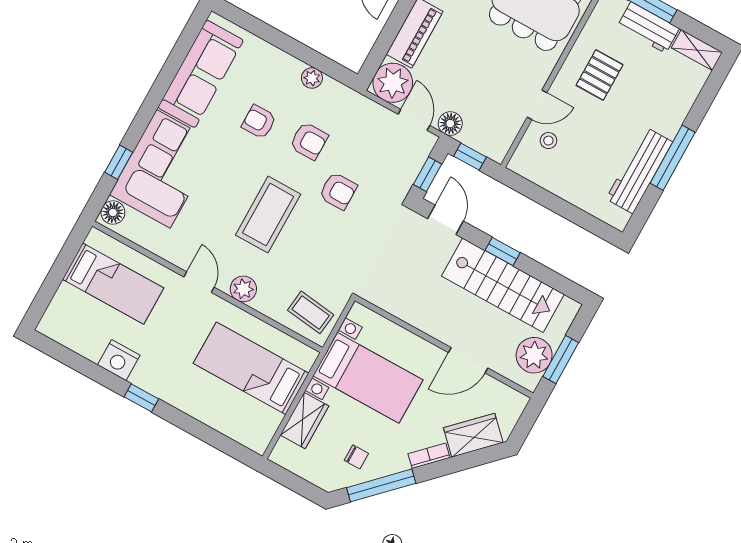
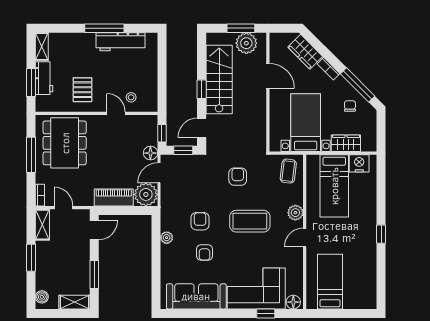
pallet: (600, 75) -> (83, 90), turned 90
armchair: (338, 191) -> (238, 177), moved
nightstand: (119, 360) -> (359, 163), moved, turned -90

